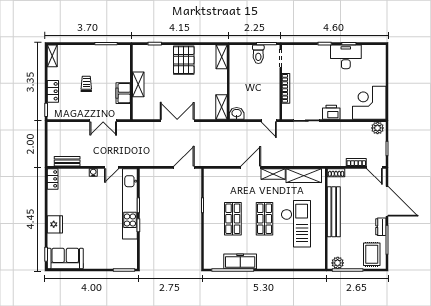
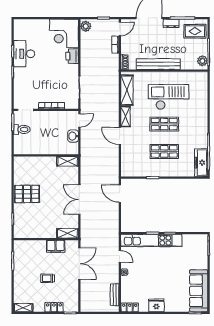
shelving: (222, 57) -> (24, 161), removed
shelving: (138, 84) -> (68, 233), moved
printer: (331, 112) -> (72, 56), moved
washbasin: (237, 113) -> (73, 136), moved
double door: (103, 121) -> (79, 264), width x1.37
fridge: (55, 224) -> (156, 305), moved
sofa: (65, 259) -> (199, 291), width x1.36
freezer: (240, 261) -> (201, 163), moved

